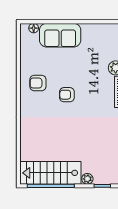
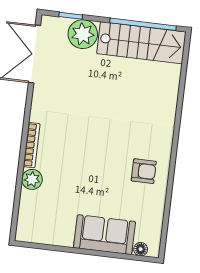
armchair: (67, 95) -> (105, 150), removed
plant: (87, 179) -> (83, 34), width x1.87, depth x1.87

